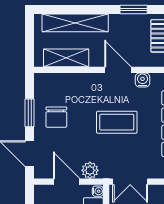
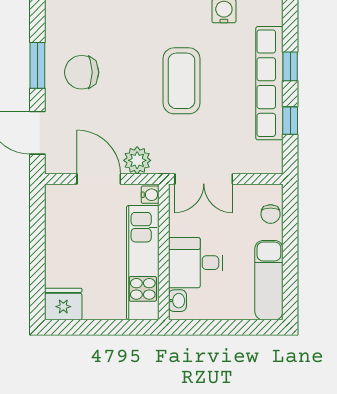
chair: (56, 117) -> (82, 72), turned 90
coffee table: (117, 122) -> (181, 81), turned 90

